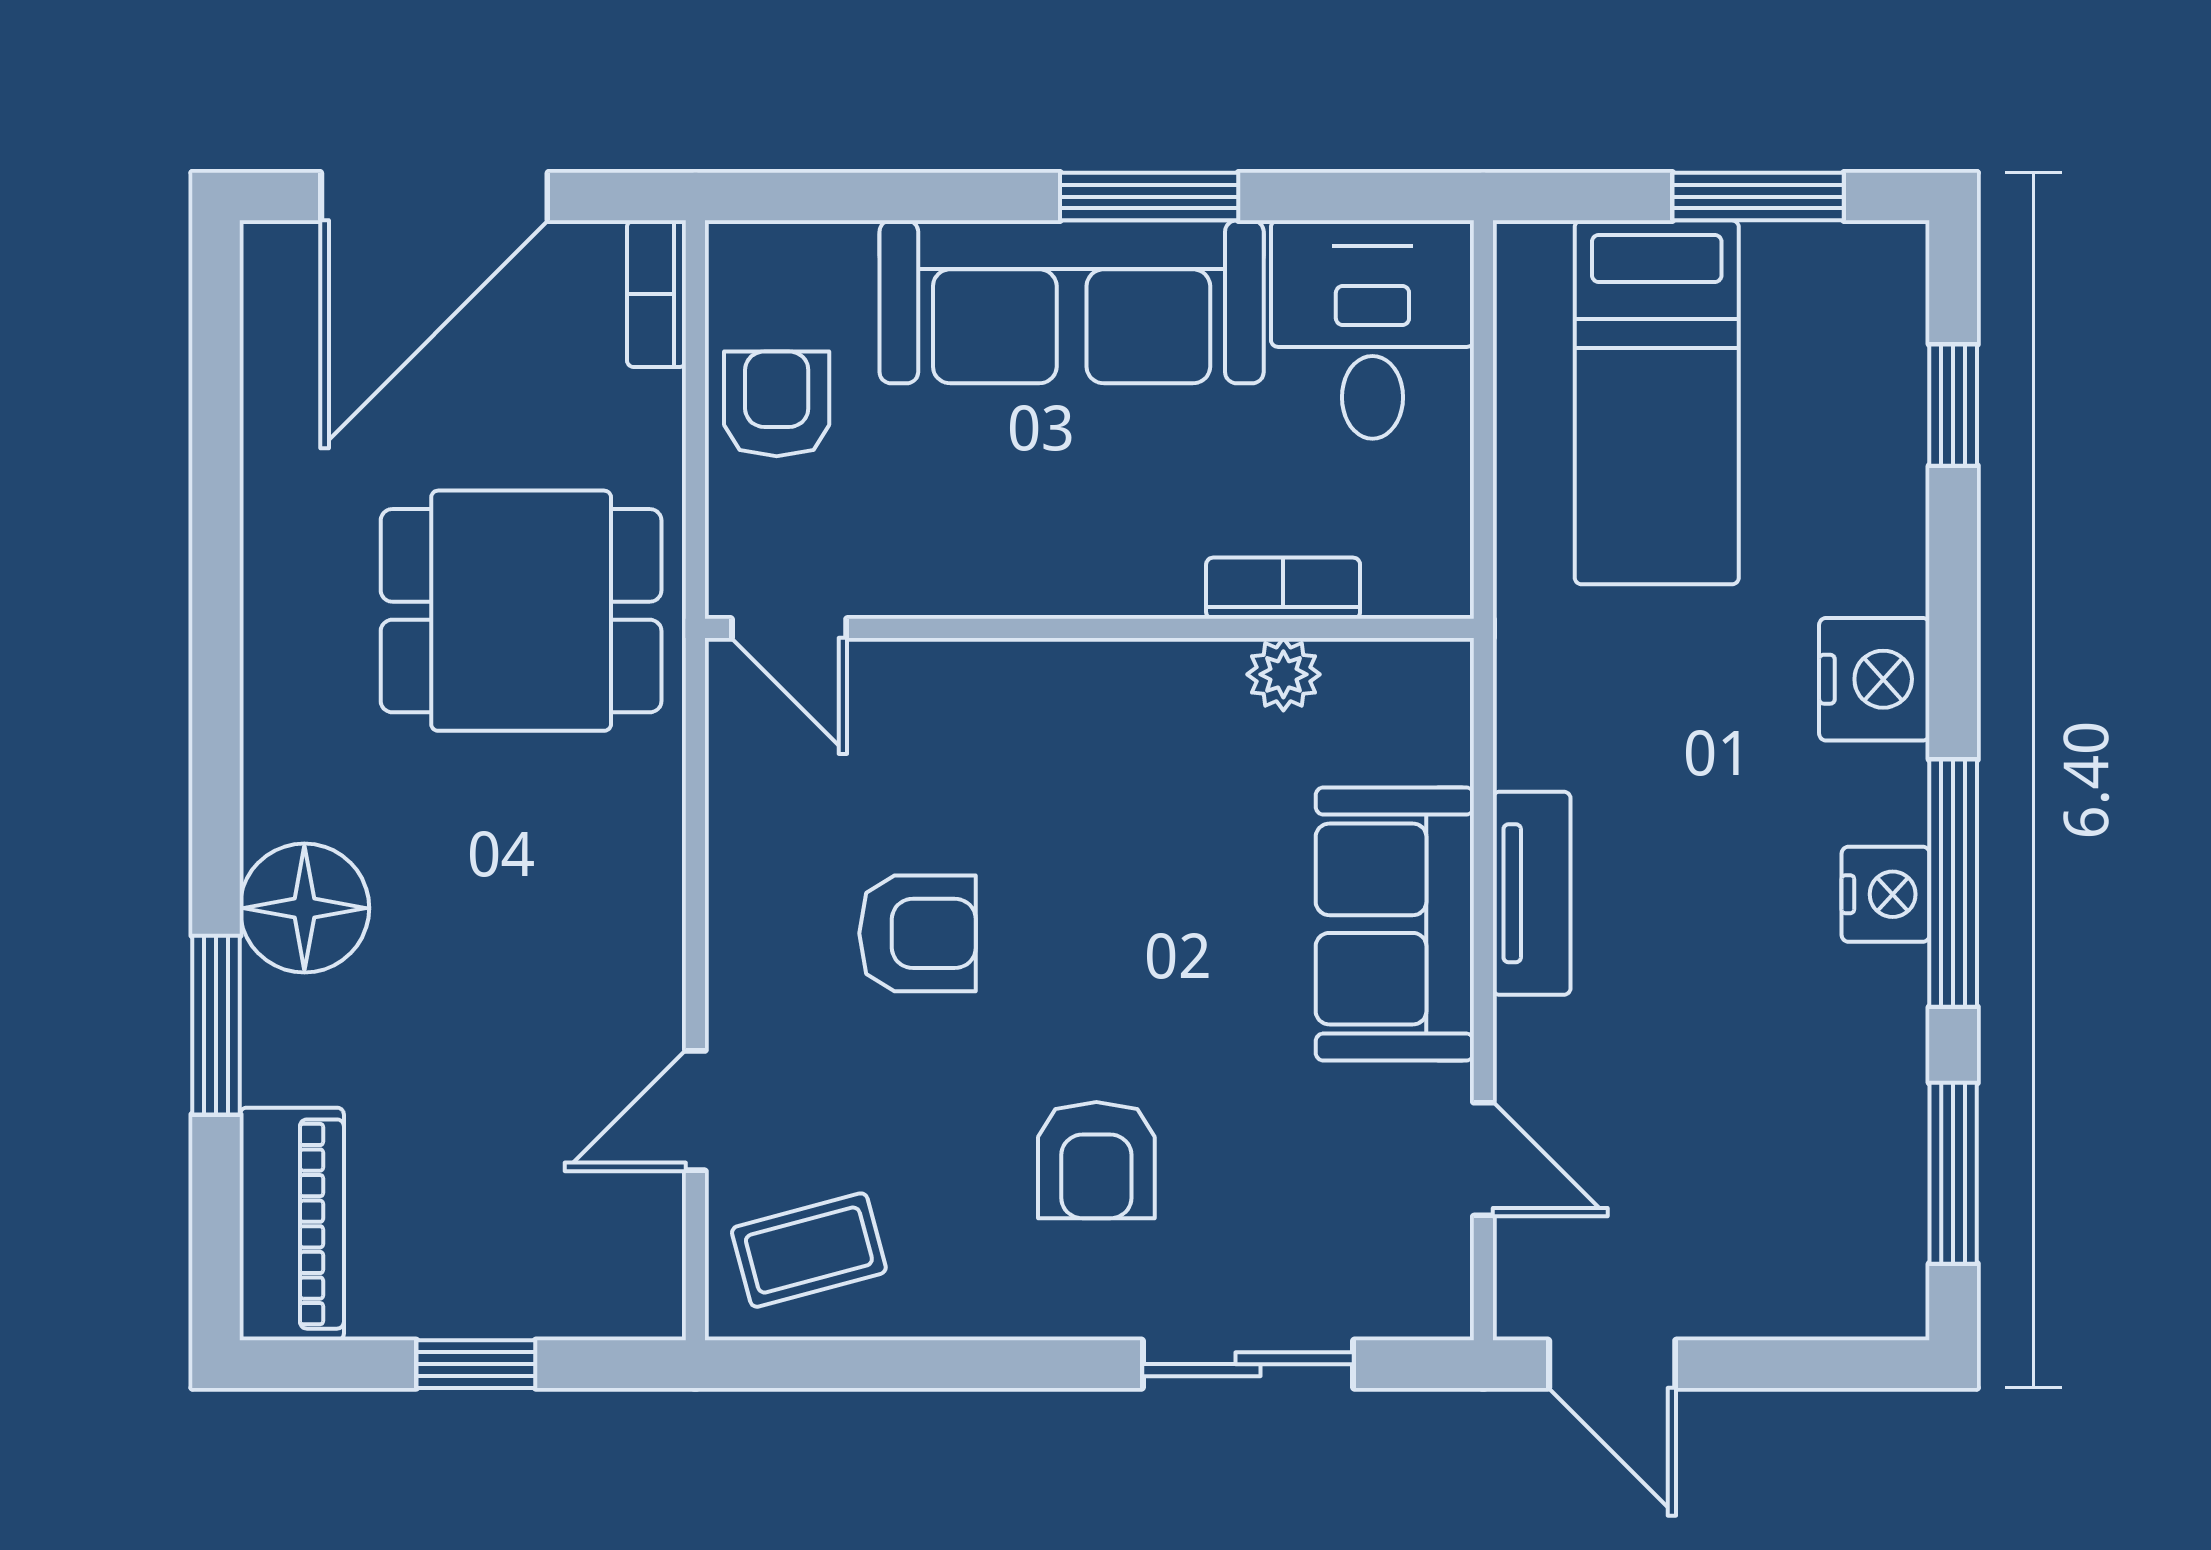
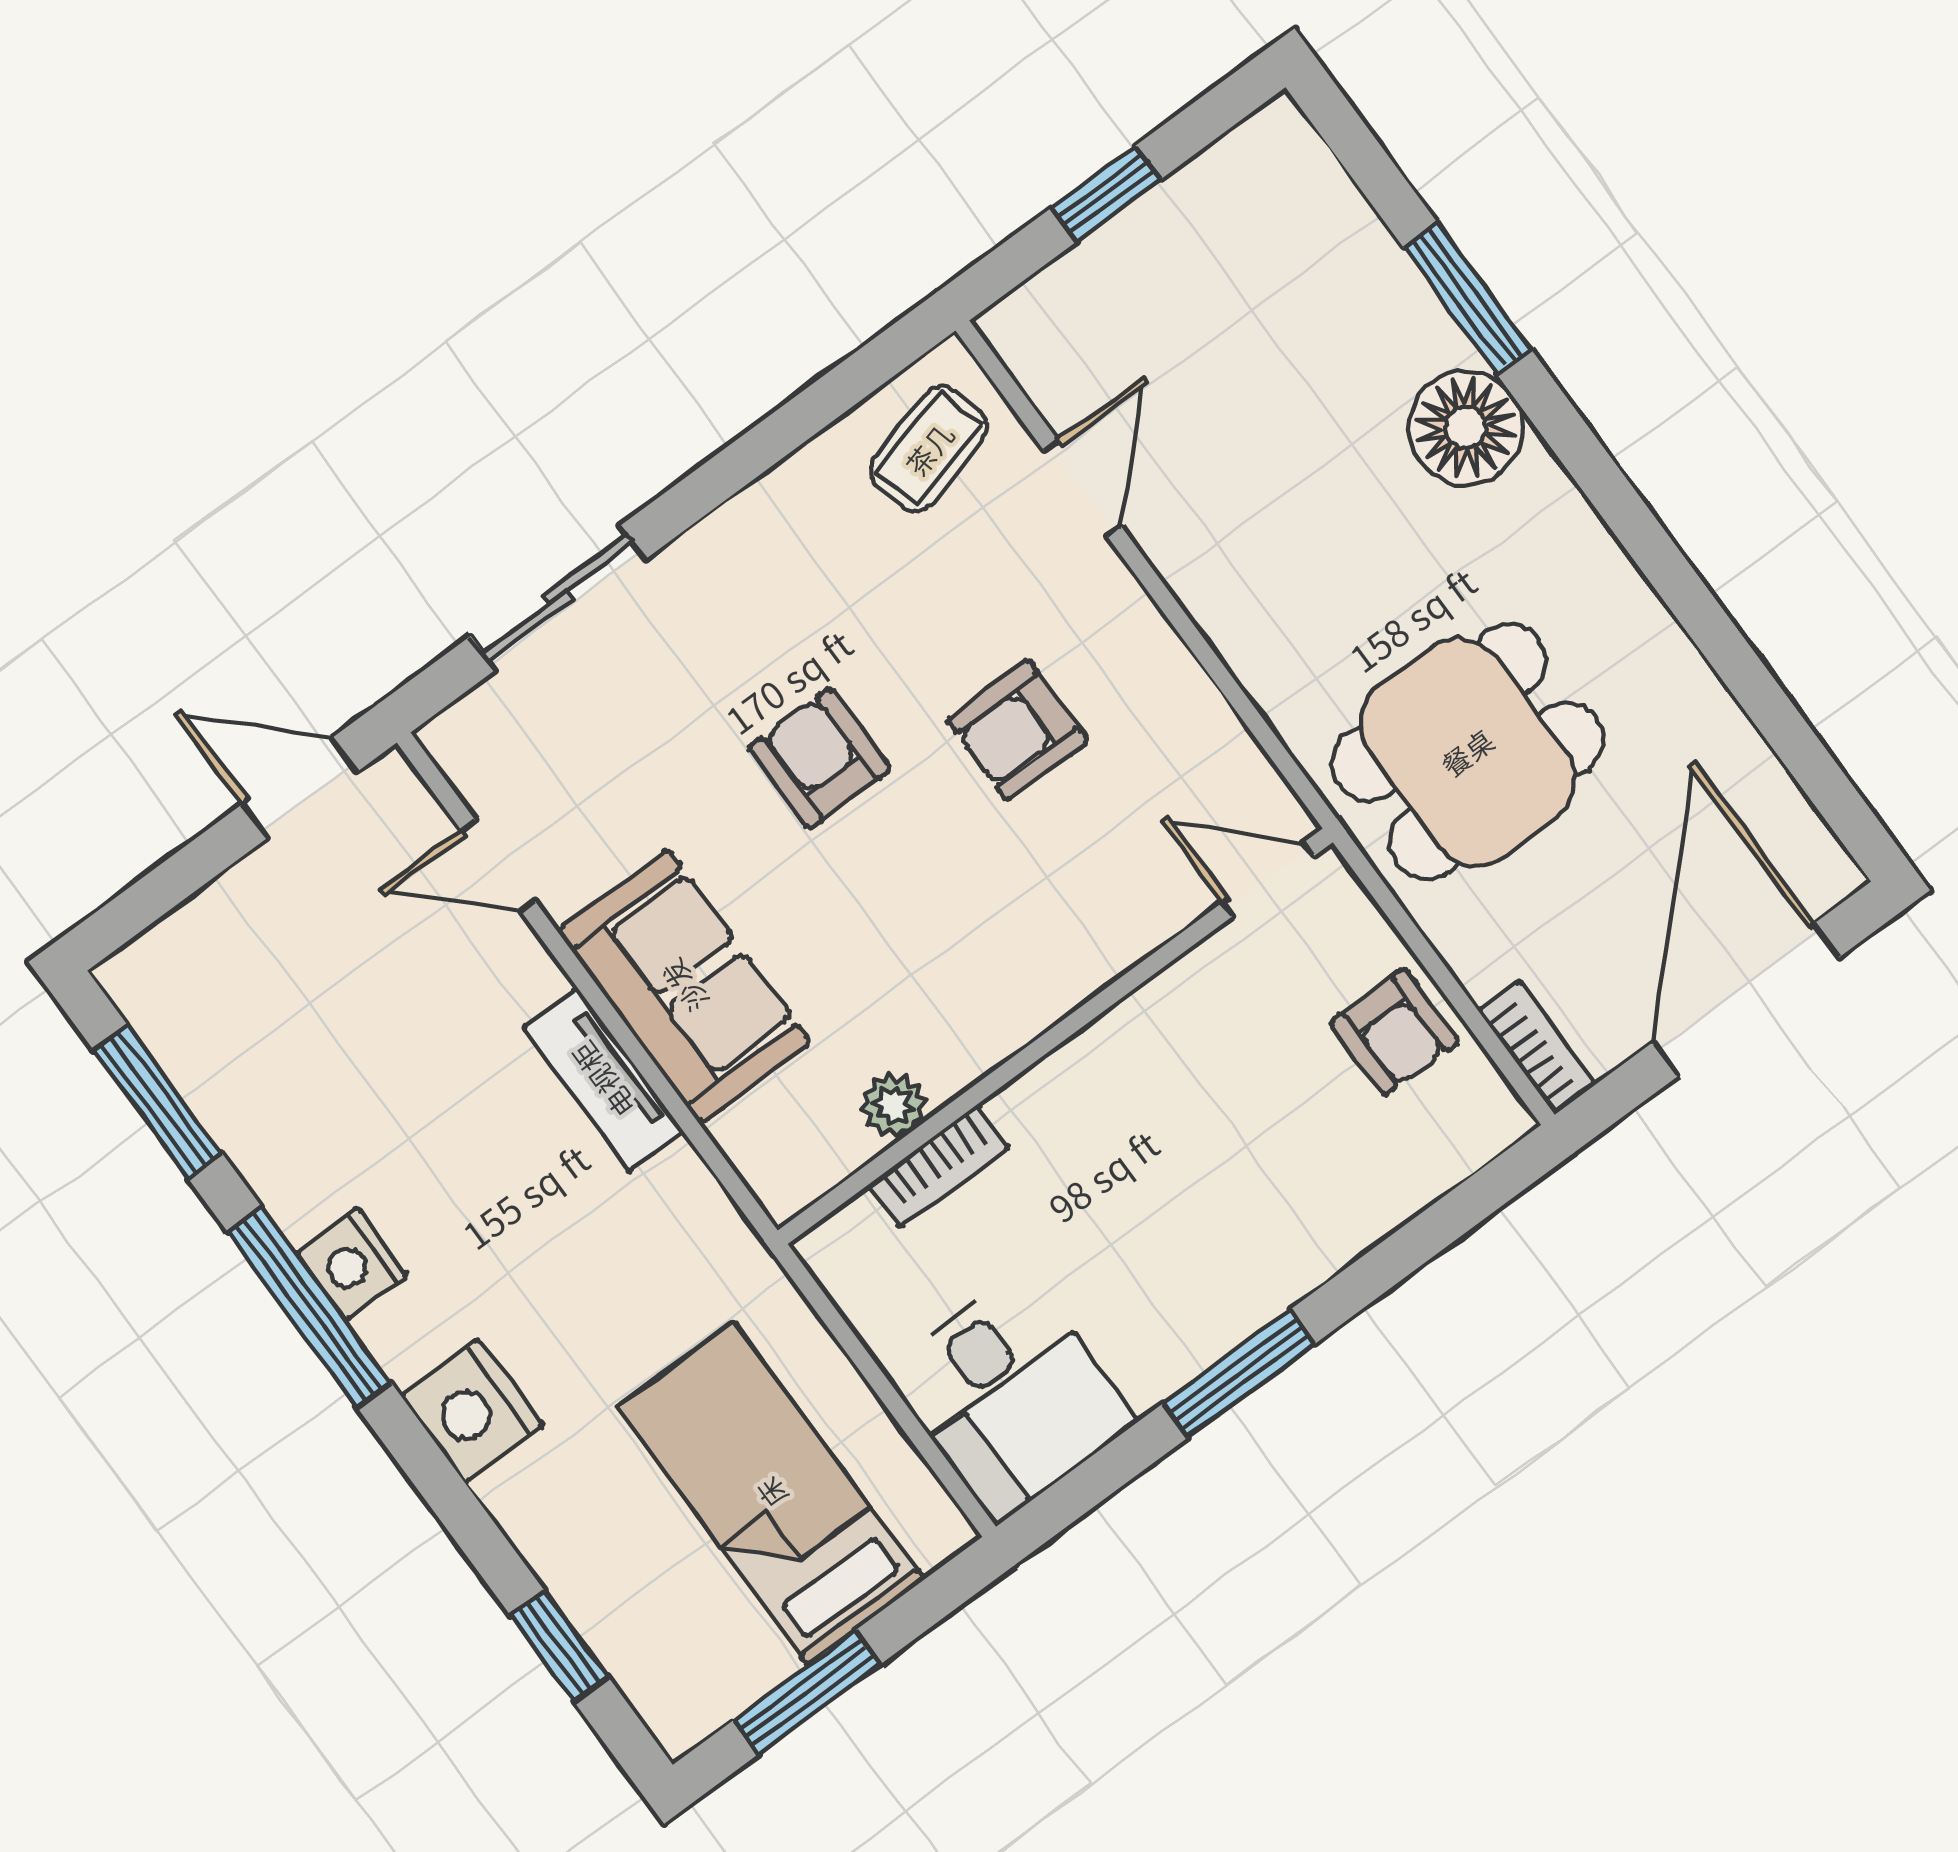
sofa: (1072, 302) -> (1239, 1259), removed
armchair: (1096, 1160) -> (820, 758), moved
piano: (292, 1224) -> (1309, 197), removed

